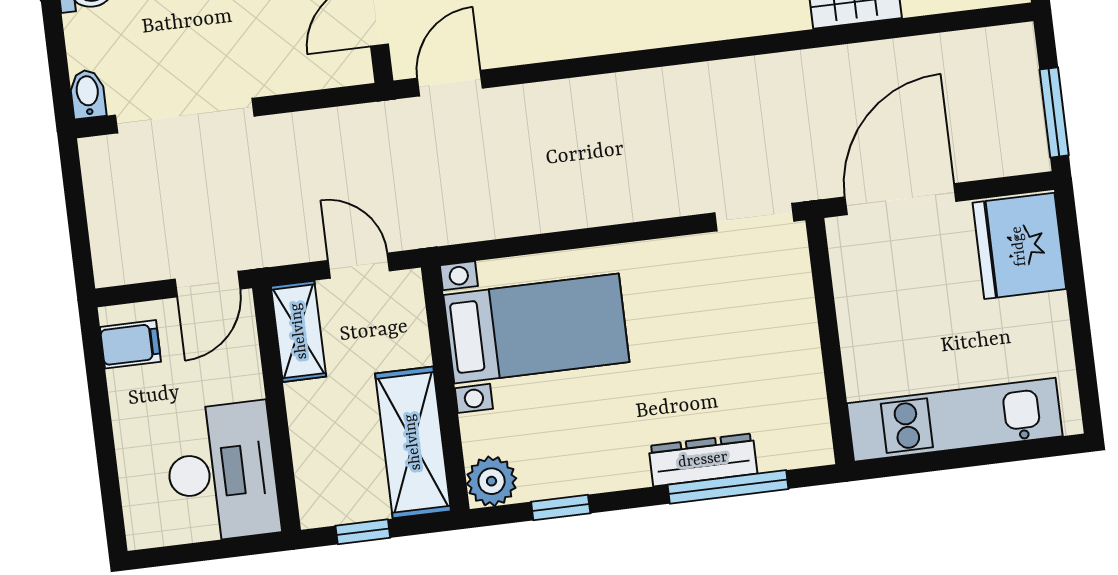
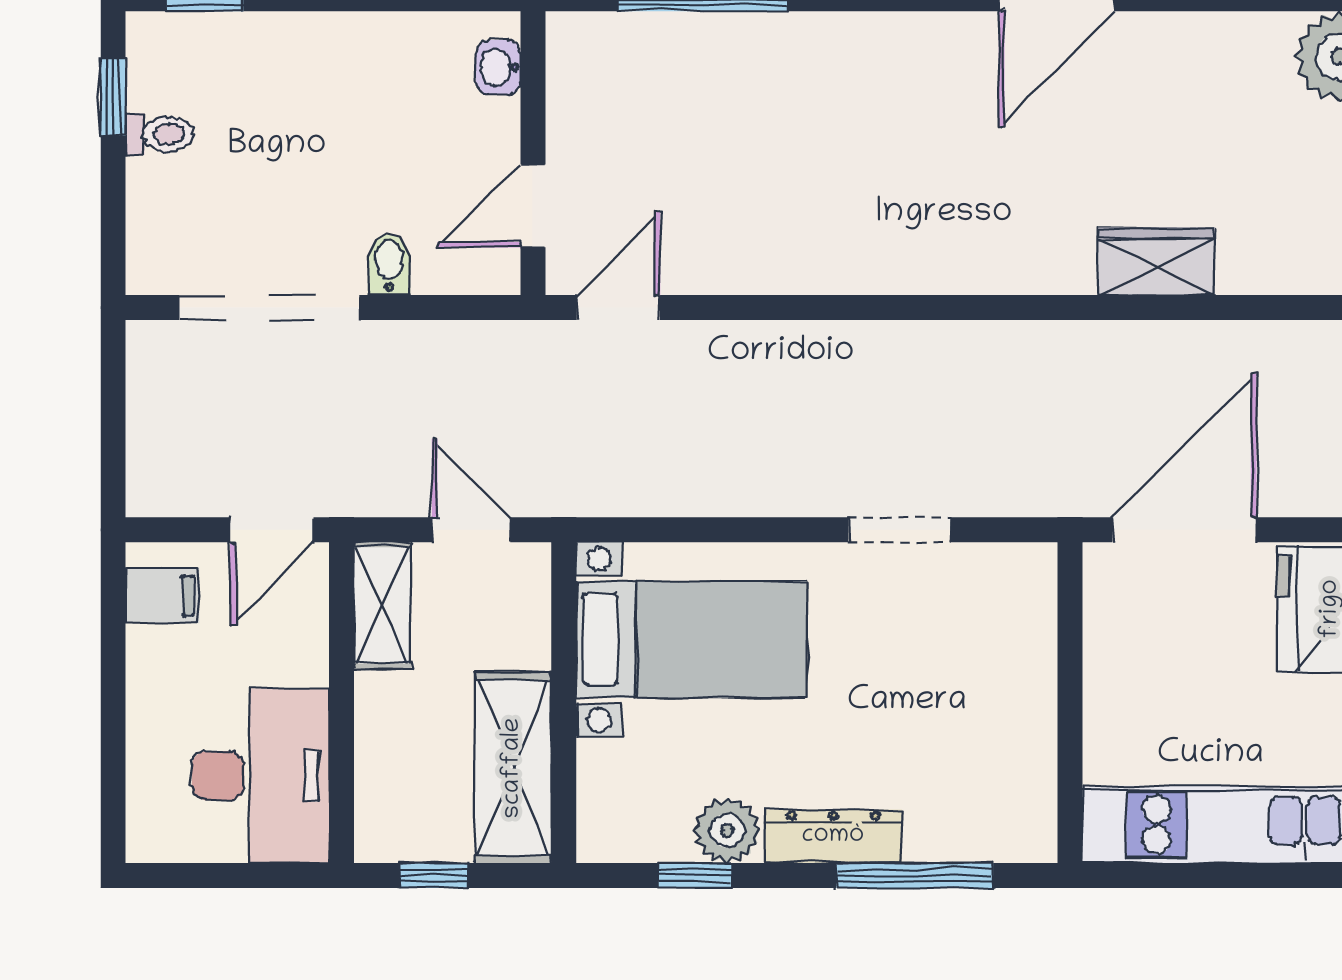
bidet: (88, 94) -> (389, 264), moved
doorway: (754, 217) -> (899, 530), moved
dresser: (703, 460) -> (833, 836), moved
plant: (492, 481) -> (727, 830), moved

